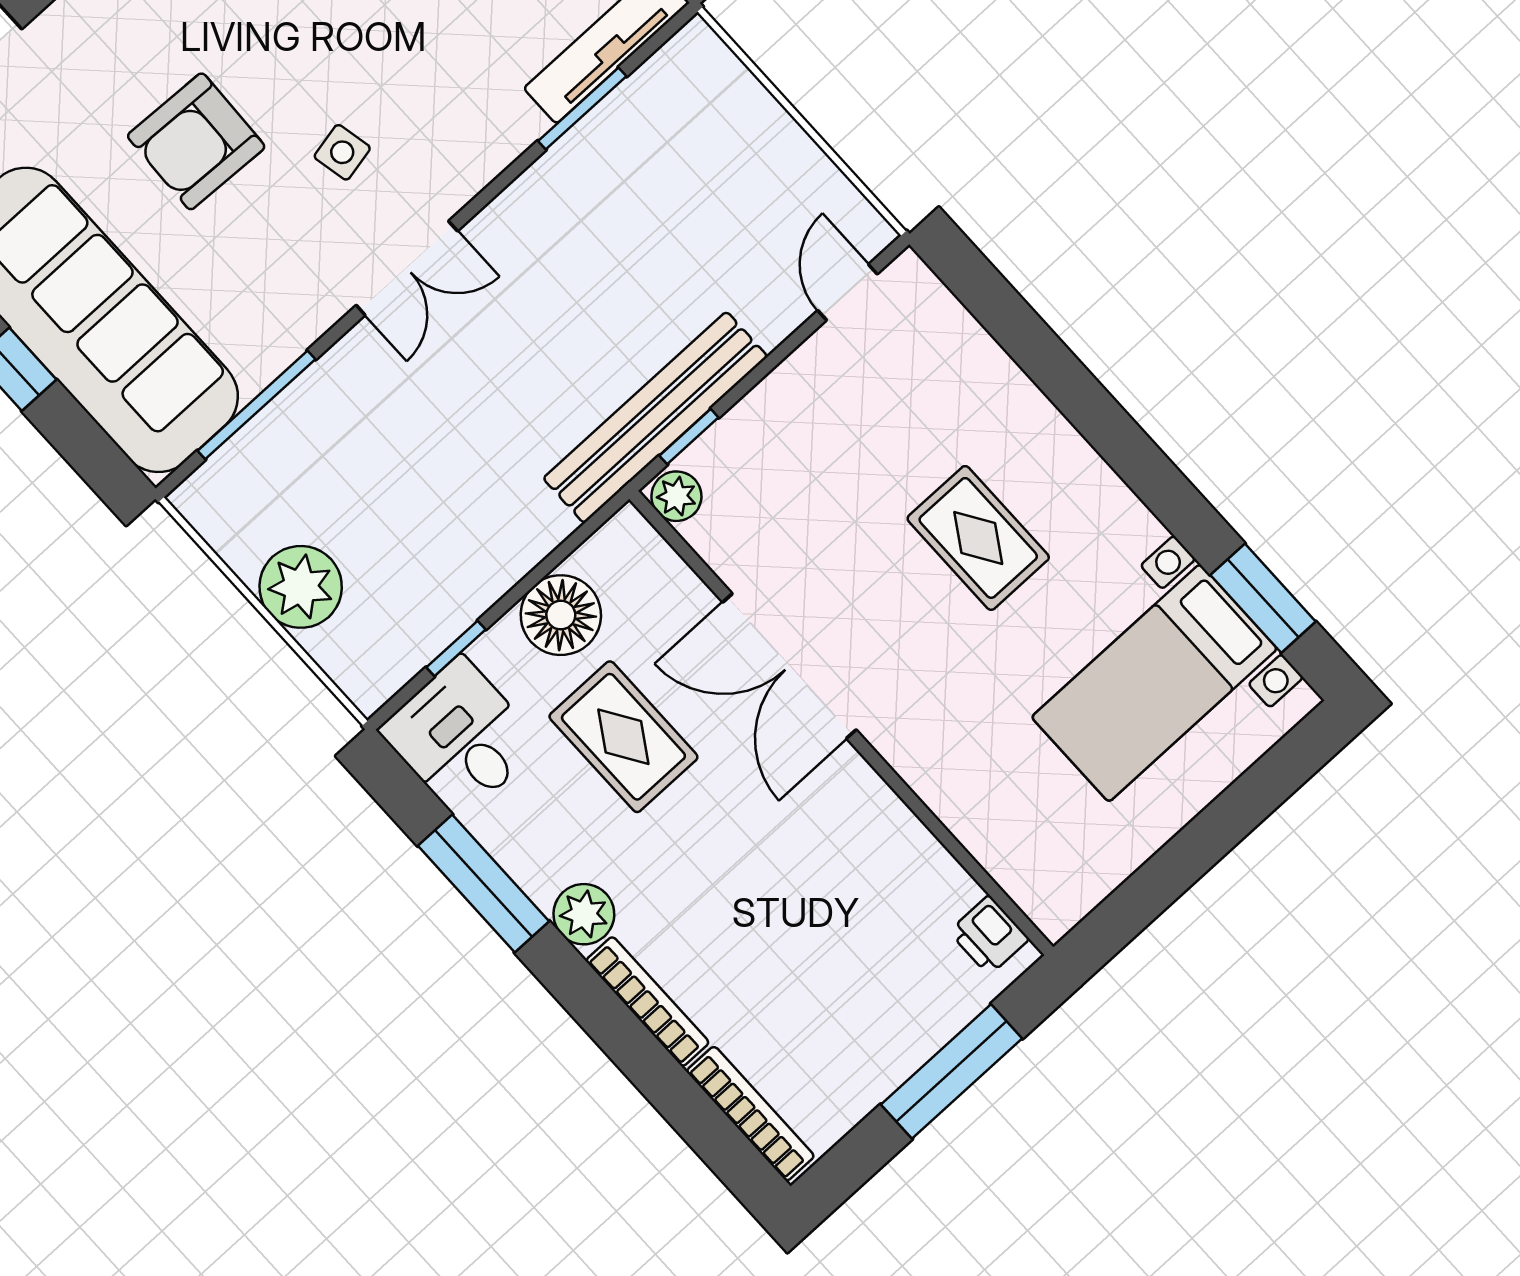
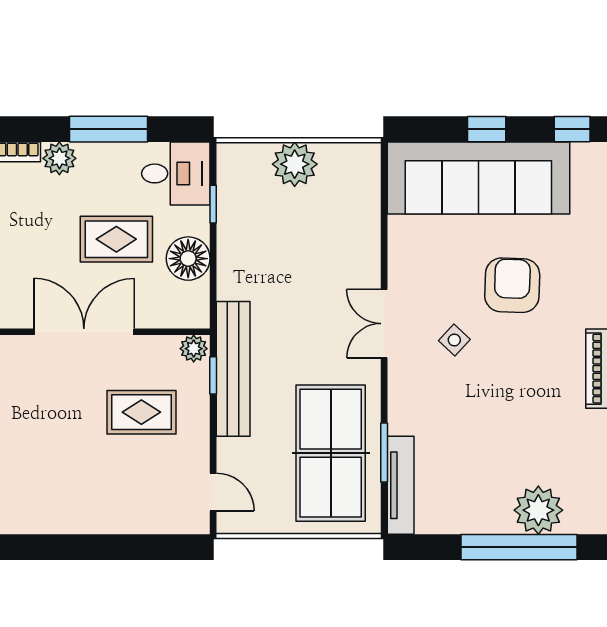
side table: (342, 152) -> (454, 340), turned -35
table tennis table: (649, 180) -> (331, 453), added
window: (256, 405) -> (384, 213), removed
rug: (978, 538) -> (141, 412), moved

